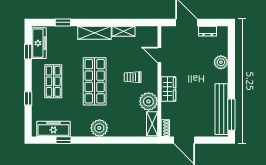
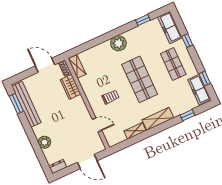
dresser: (208, 31) -> (58, 167), moved
wardrobe: (168, 89) -> (71, 87), moved
plant: (148, 101) -> (88, 83), removed
window: (231, 115) -> (16, 104), width x0.69
freezer: (53, 129) -> (170, 27), moved, turned 90

